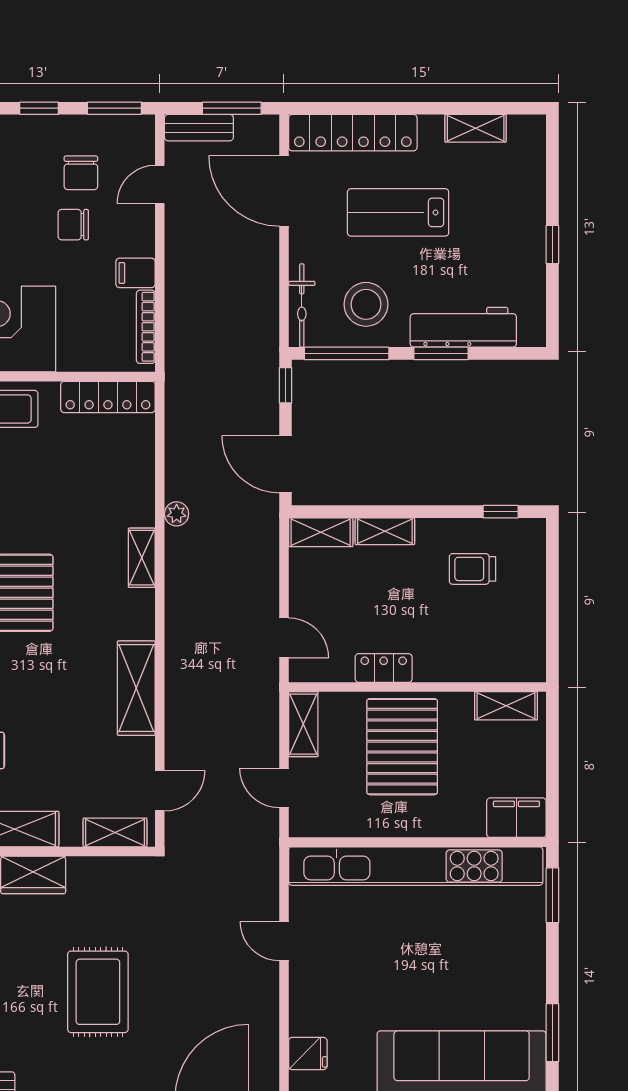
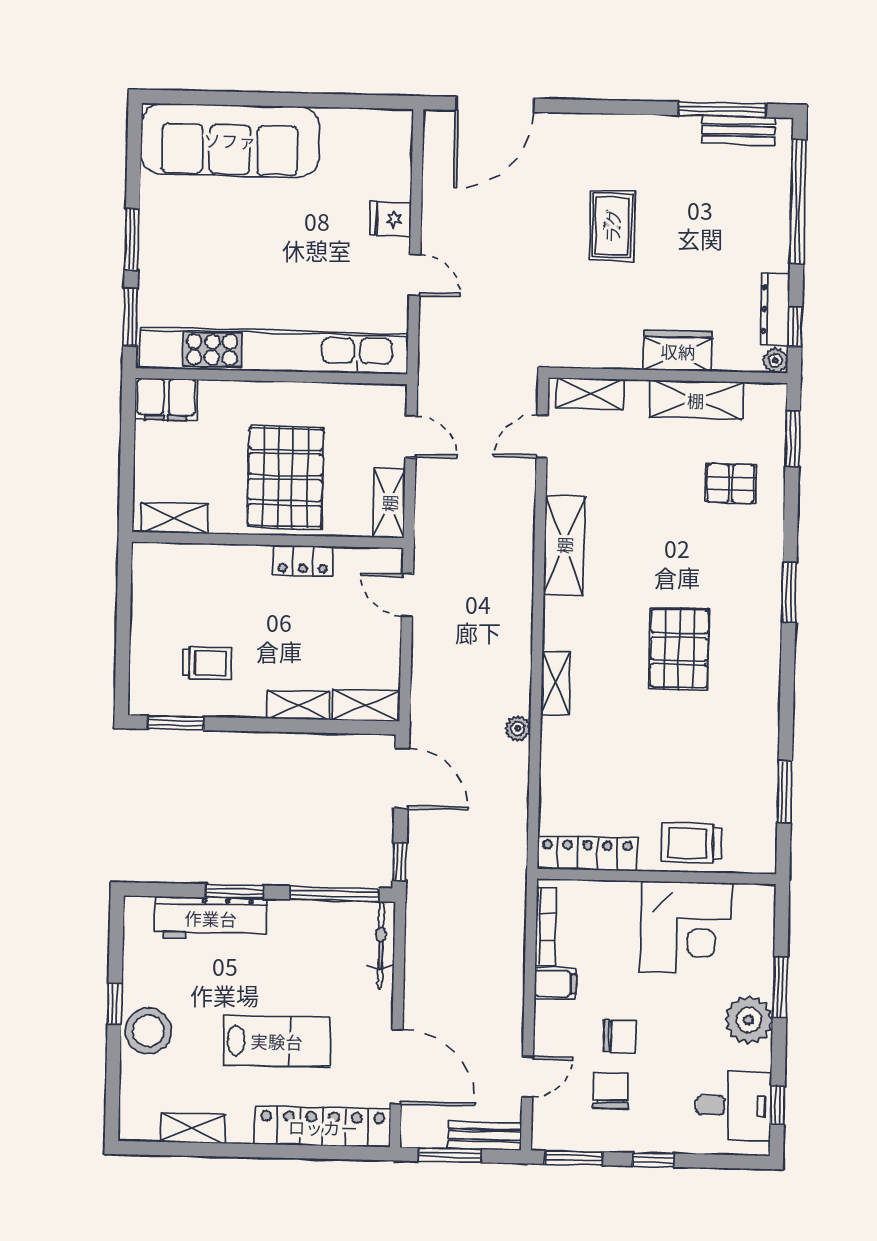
stool: (366, 304) -> (148, 1031), moved
window: (501, 512) -> (176, 723), width x1.50
rug: (98, 992) -> (612, 226), width x0.73, depth x0.70
window: (552, 1033) -> (132, 239), moved
fridge: (308, 1054) -> (391, 219), moved

